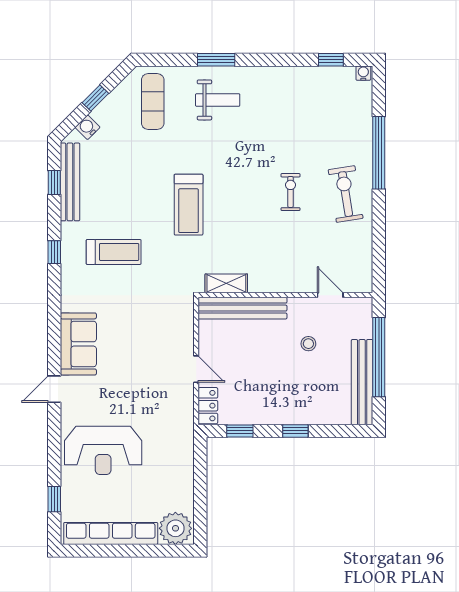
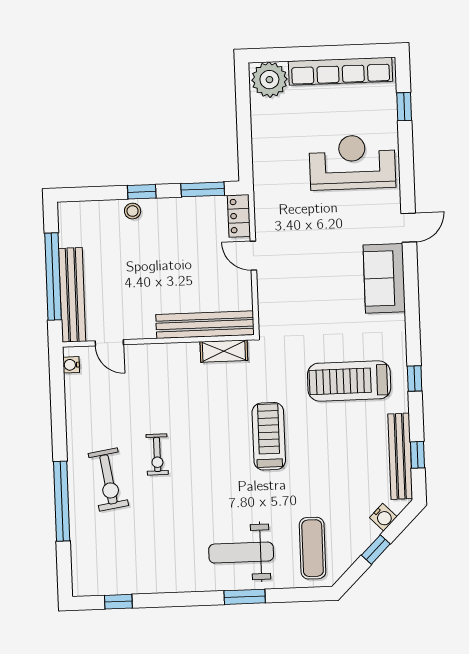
water cooler: (363, 73) -> (71, 365), moved, turned 90
weight bench: (218, 100) -> (241, 553), width x1.36, depth x1.33
exercise bike: (346, 194) -> (108, 479), moved
treadmill: (114, 252) -> (349, 381), width x1.37, depth x1.38
stool: (308, 344) -> (133, 211), moved
bench: (362, 382) -> (72, 295), moved
window: (240, 431) -> (203, 189), width x1.50

